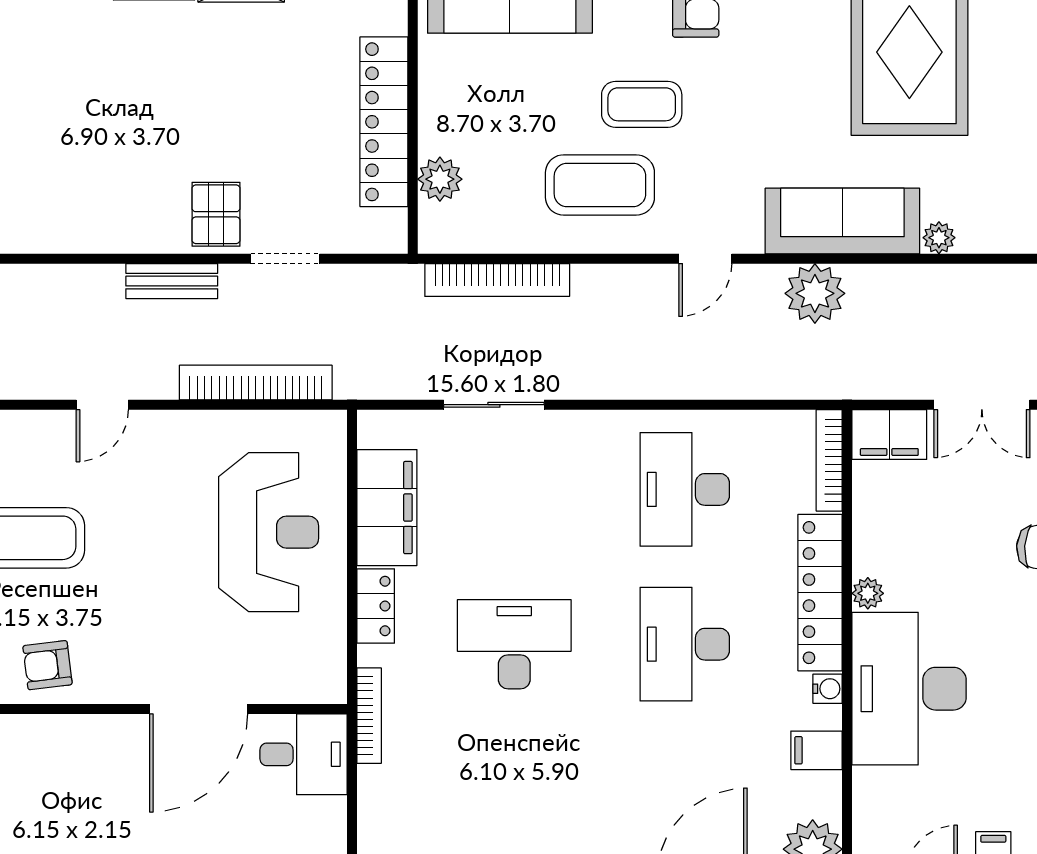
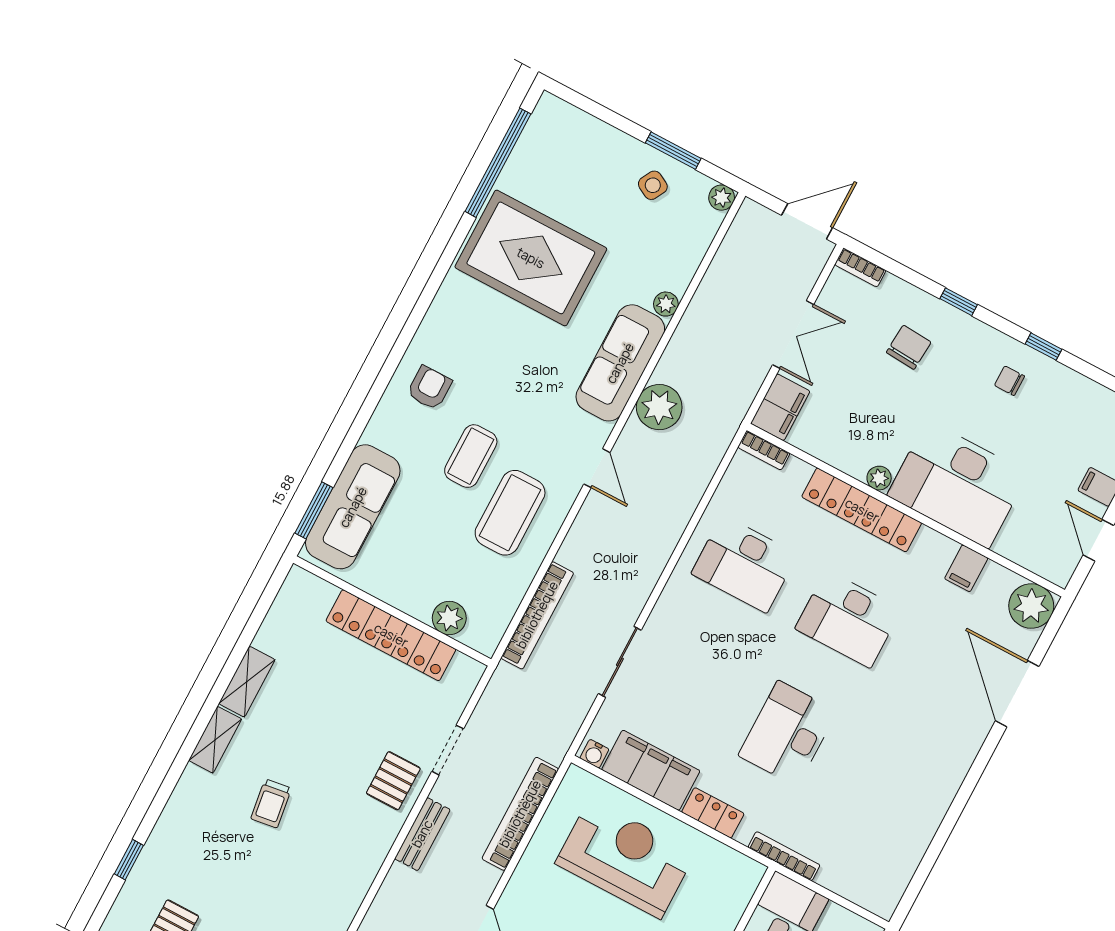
trolley: (114, 86) -> (271, 803), added
pallet: (216, 214) -> (393, 781), turned 90
bookcase: (829, 460) -> (764, 450), width x0.64
water cooler: (828, 689) -> (594, 754), moved, turned 180

